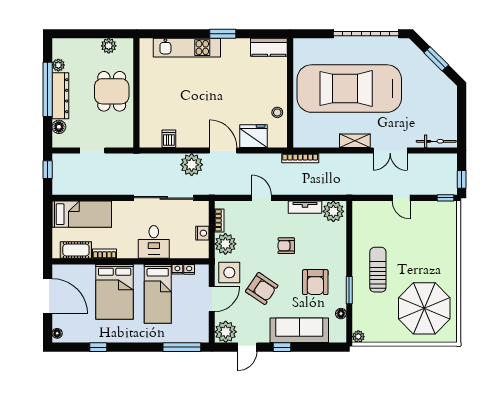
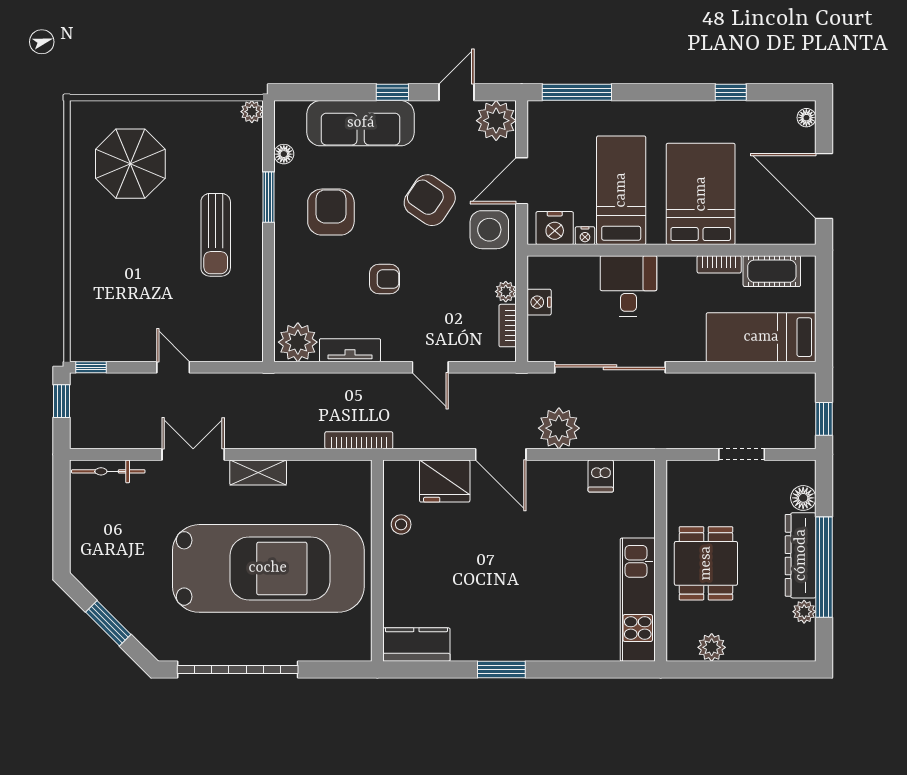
kitchen unit: (187, 48) -> (638, 600), moved, turned -90
plant: (225, 244) -> (506, 292), width x0.53, depth x0.53
nightstand: (189, 269) -> (555, 228), width x1.89, depth x1.79
parasol: (424, 308) -> (130, 164), width x0.73, depth x0.73

